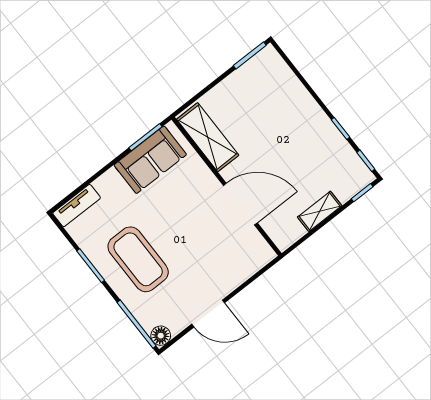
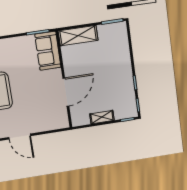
shelving: (208, 137) -> (78, 36), moved, turned 90
sofa: (150, 160) -> (48, 51), moved, turned 90
door: (240, 204) -> (66, 92), hinge flipped

